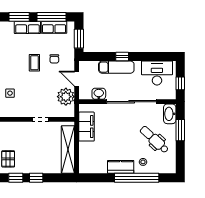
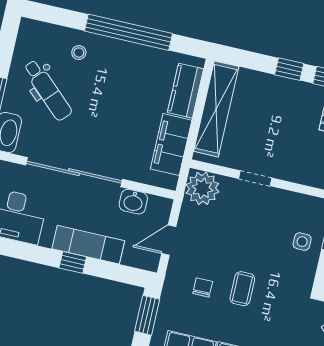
door: (77, 79) -> (169, 240), swing flipped
plant: (66, 97) -> (202, 188), moved
kitchen counter: (121, 167) -> (186, 91), moved, turned 90
window: (137, 178) -> (128, 32), moved

